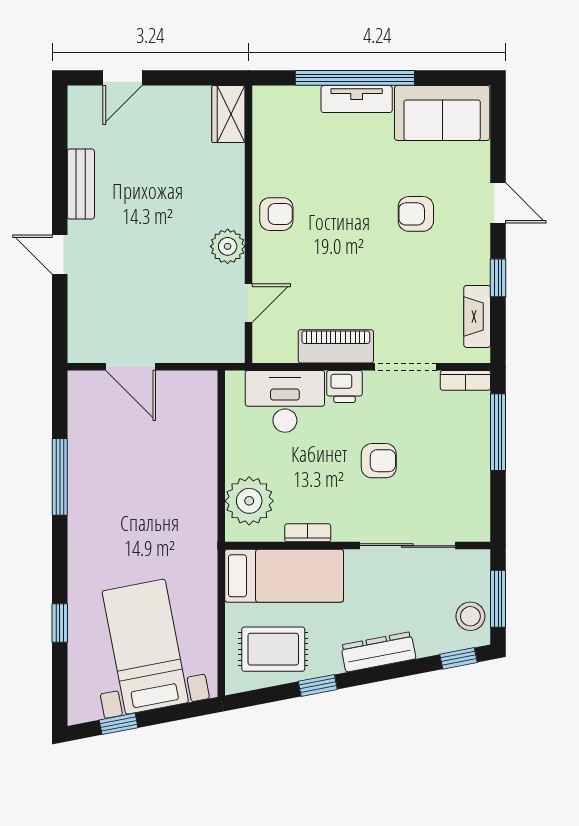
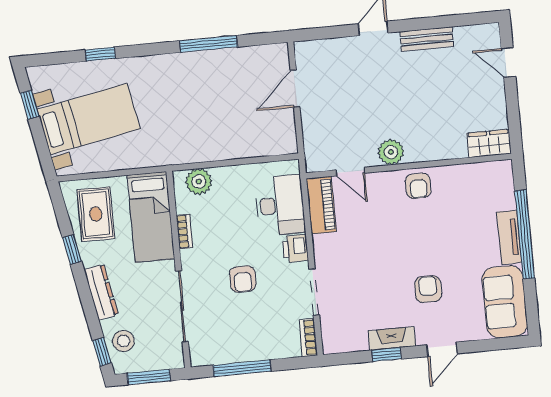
fireplace: (477, 316) -> (392, 338), moved
piano: (336, 346) -> (321, 205), moved
window: (498, 432) -> (242, 368), moved
plant: (249, 501) -> (199, 182), width x0.73, depth x0.73
stool: (470, 616) -> (123, 341), moved

